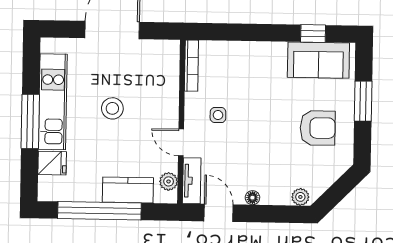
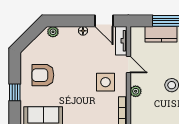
window: (363, 101) -> (15, 92), width x0.67
side table: (218, 115) -> (105, 82), width x1.87, depth x1.87
plant: (169, 181) -> (136, 91), moved

